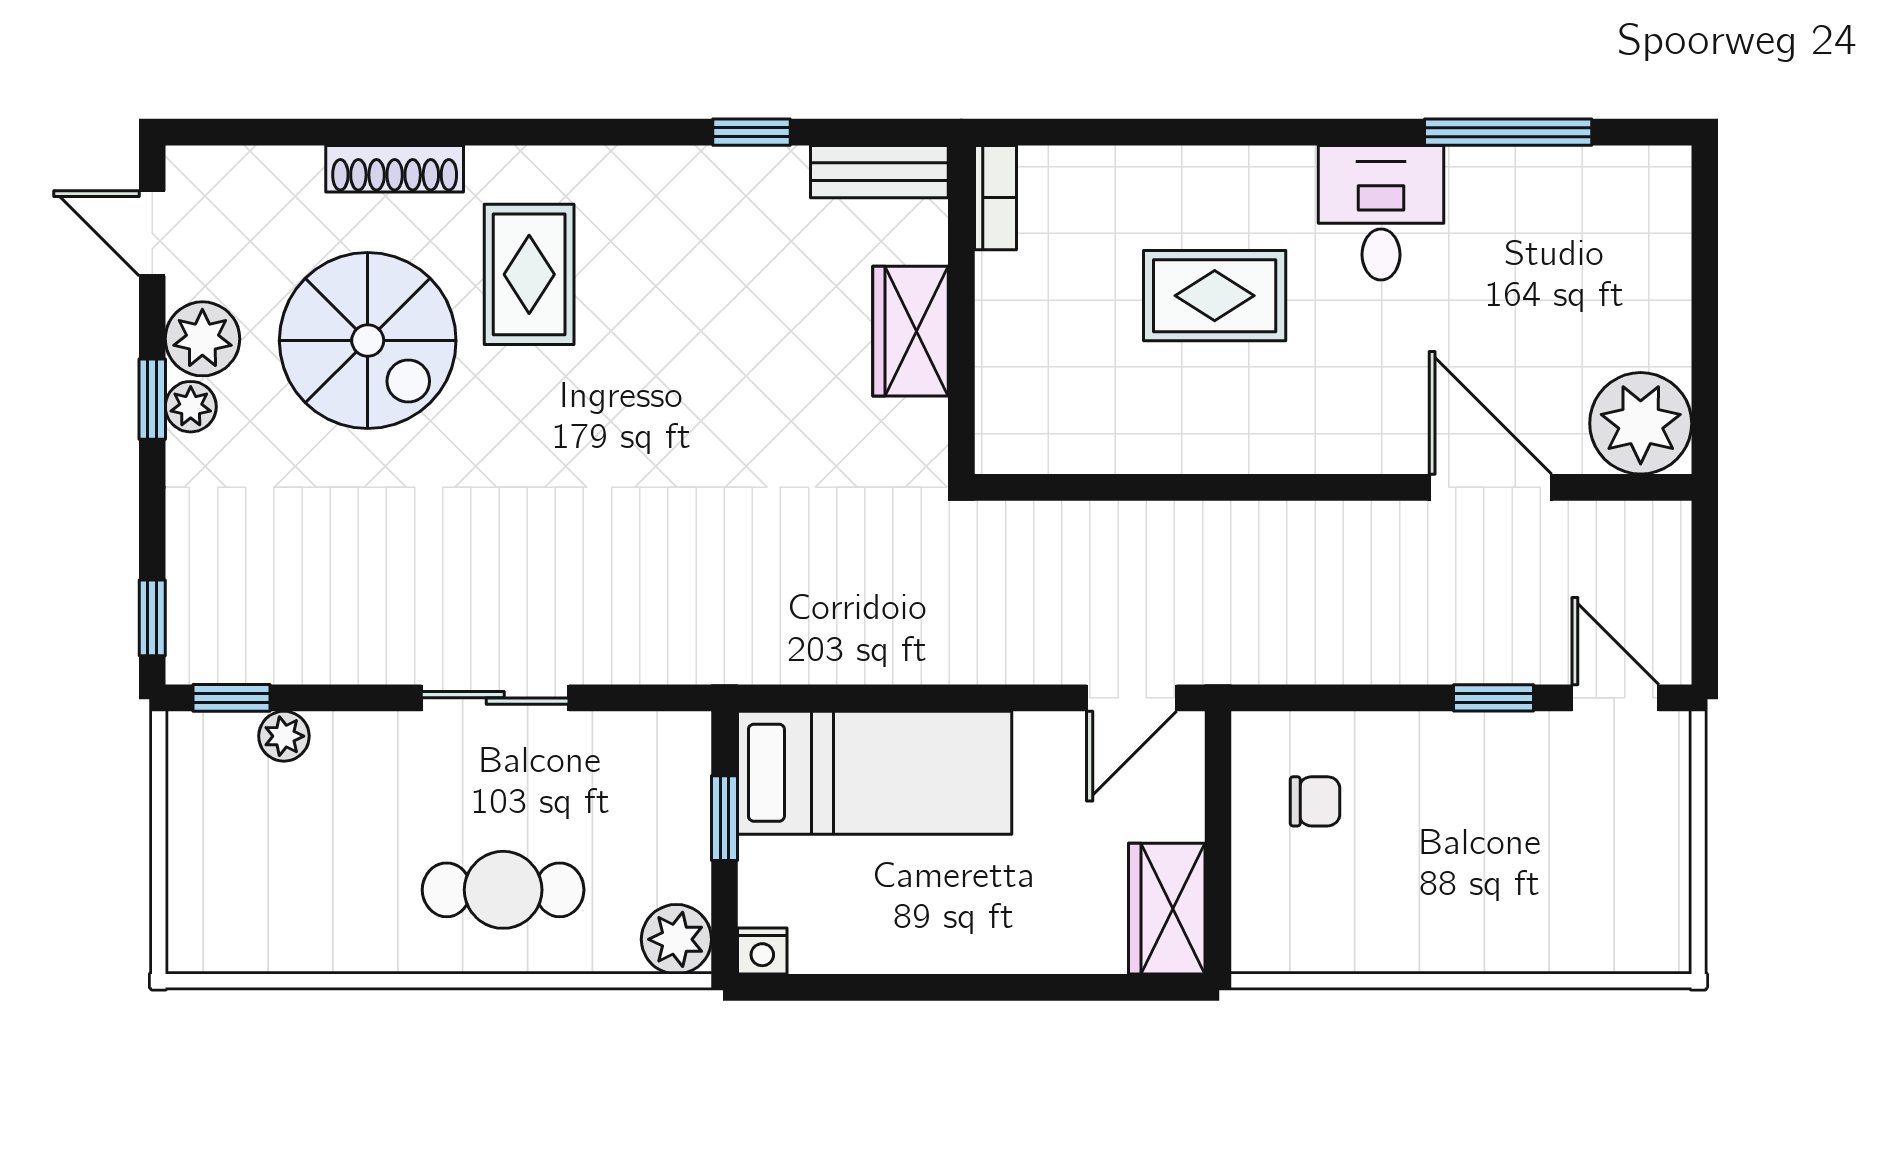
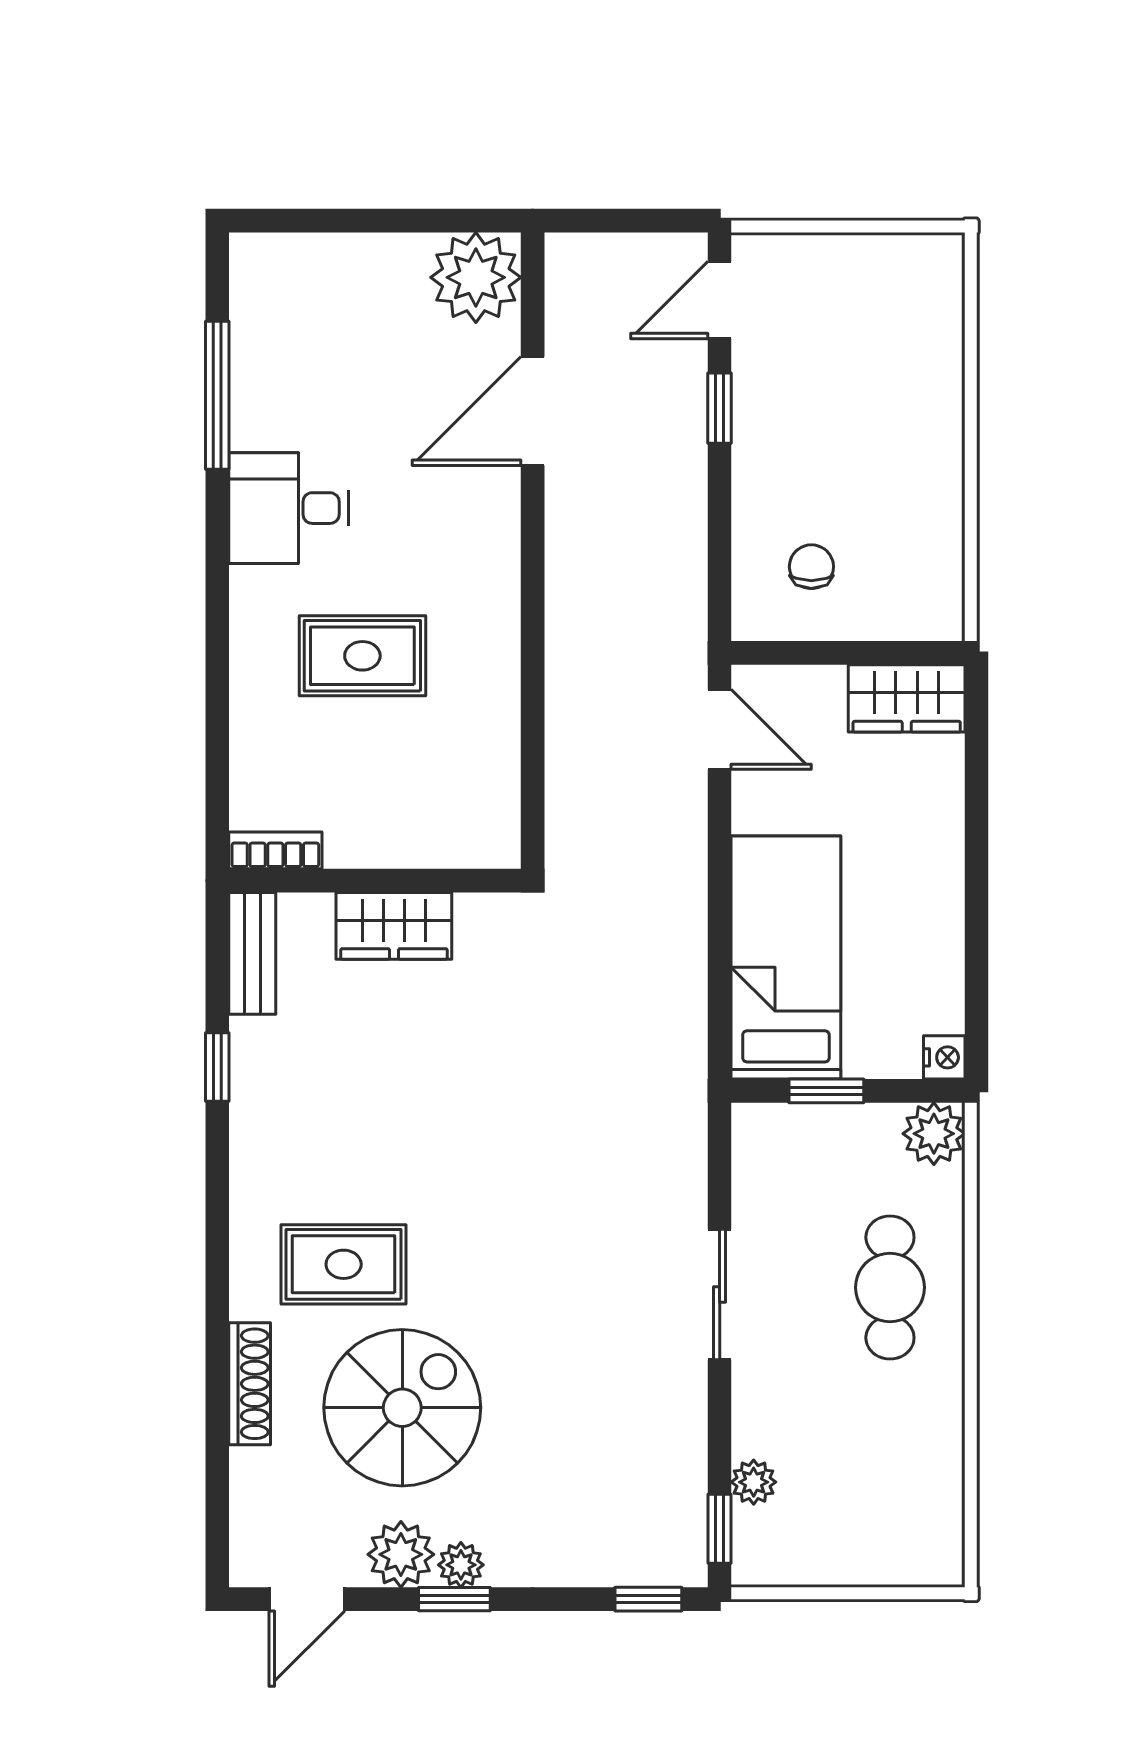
rug: (1215, 296) -> (362, 656), turned 90

